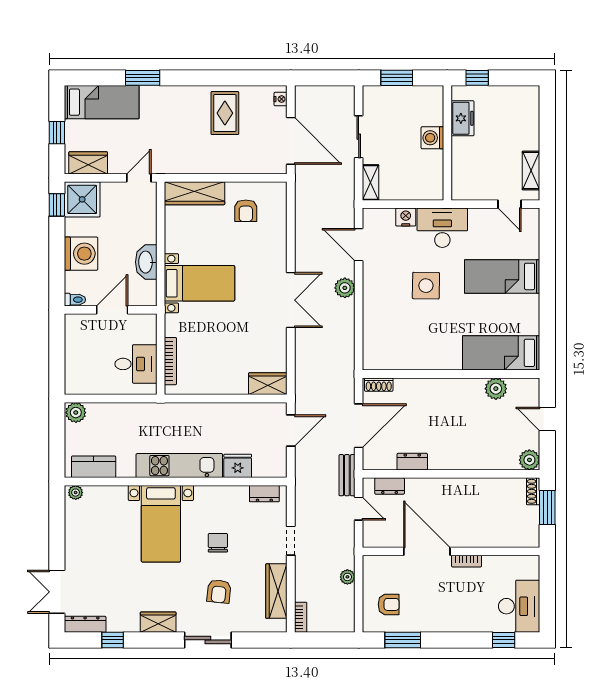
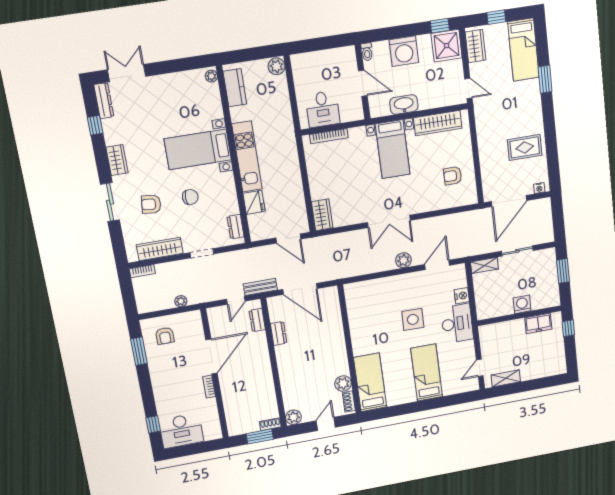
wardrobe: (194, 193) -> (438, 123), moved, turned -90
shoe rack: (379, 385) -> (349, 402), moved

